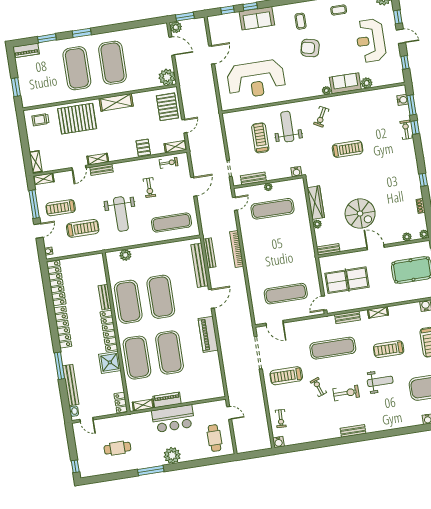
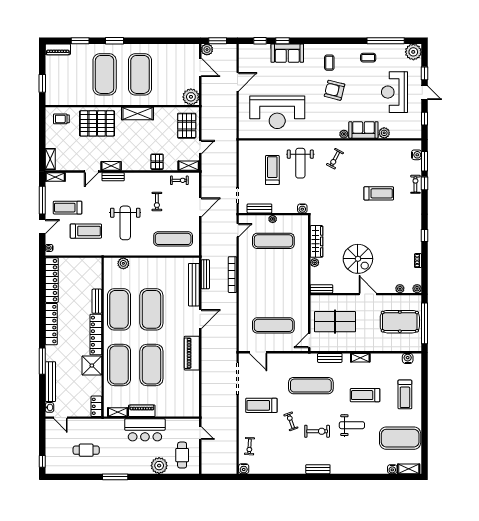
weight bench: (287, 127) -> (300, 163), turned 180
treadmill: (348, 149) -> (379, 193), moved
plant: (172, 455) -> (159, 466), moved

